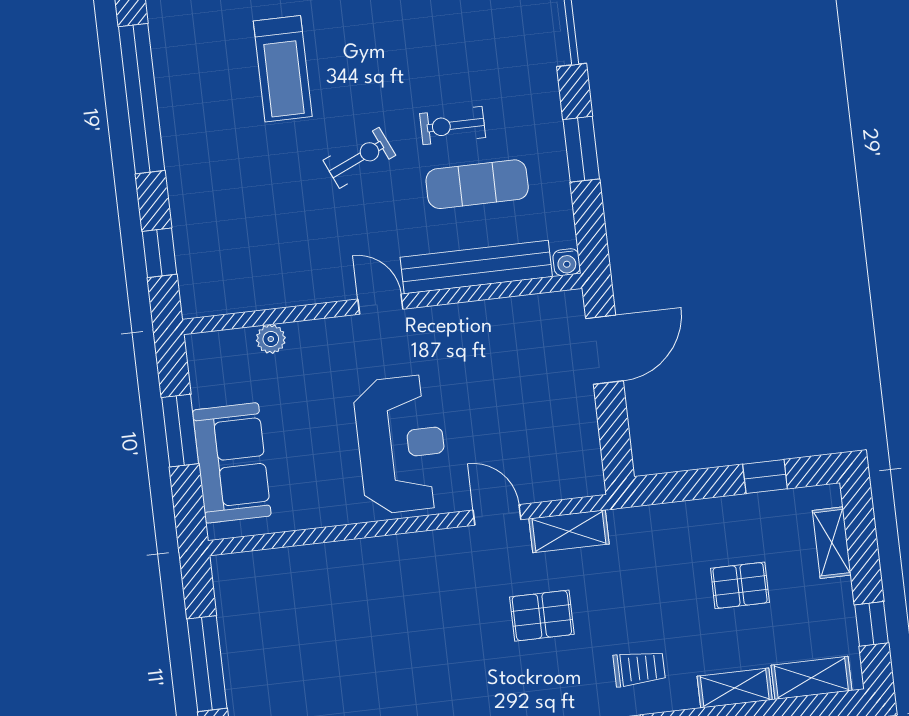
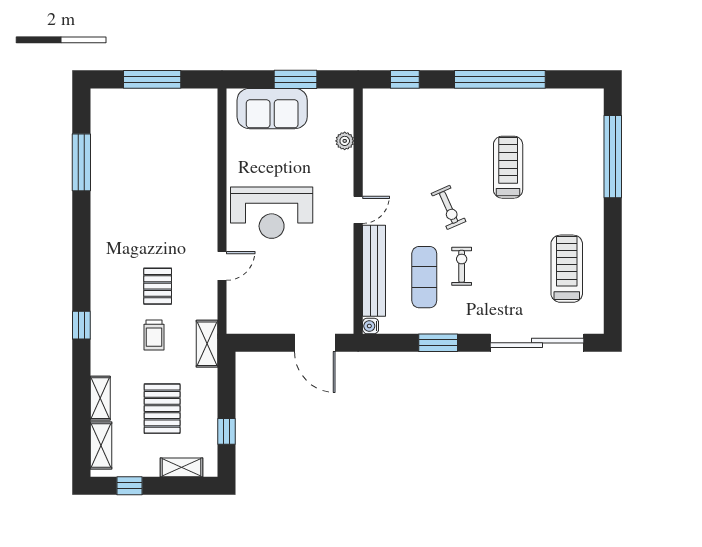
treadmill: (283, 69) -> (508, 167), turned 90
shelving: (569, 531) -> (207, 344), moved
pallet: (740, 585) -> (162, 409), width x1.50, depth x1.42
trolley: (639, 669) -> (154, 335), moved

